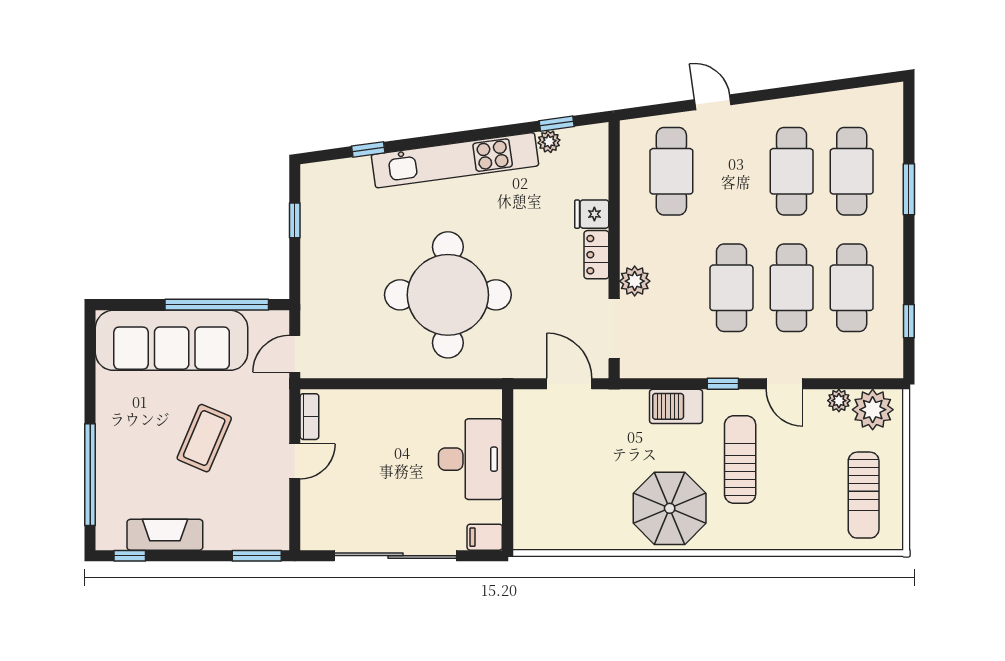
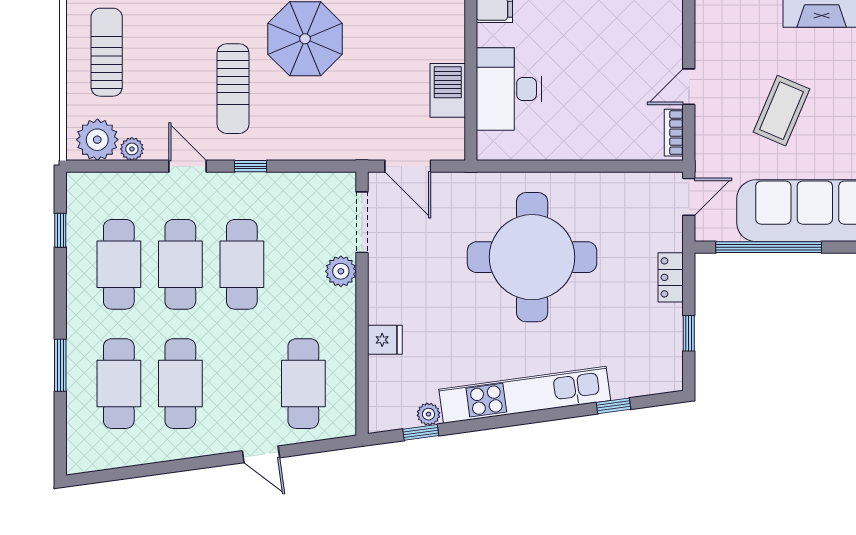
locker: (596, 255) -> (671, 277), moved, turned 180
barbecue: (676, 406) -> (448, 90), moved, turned -90

